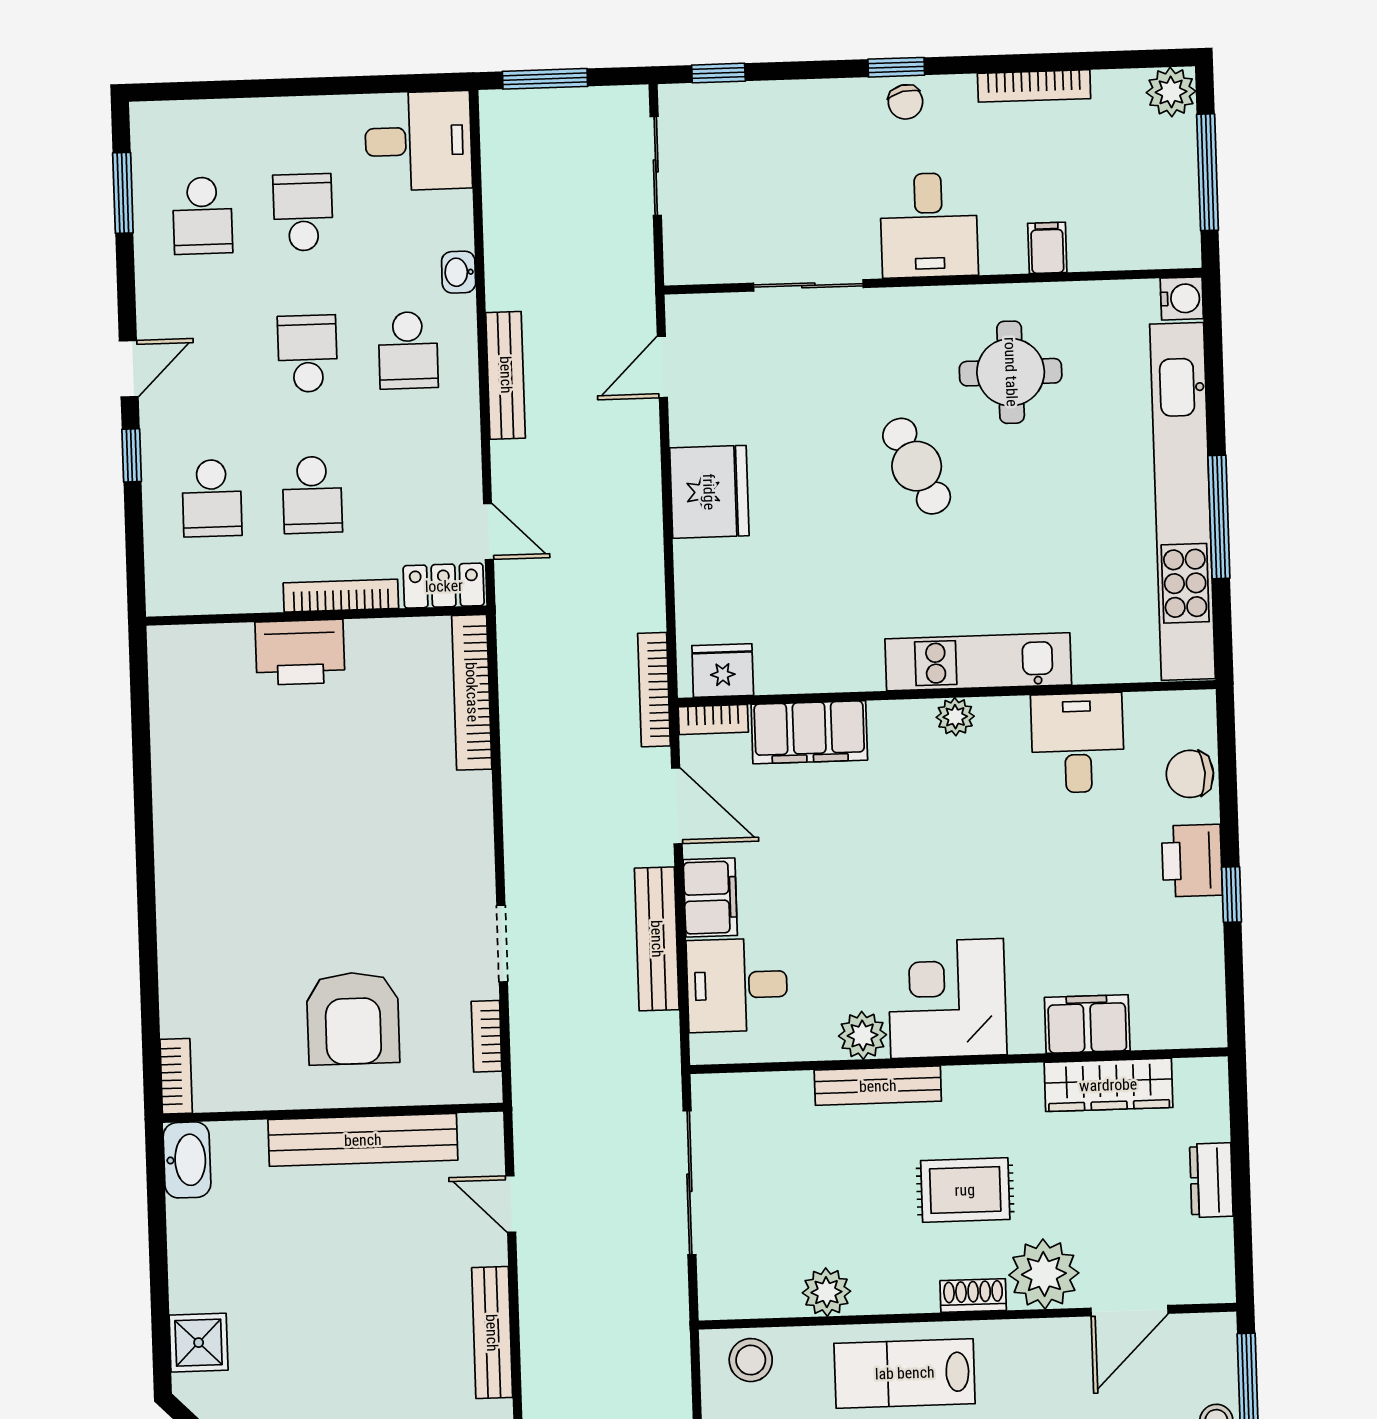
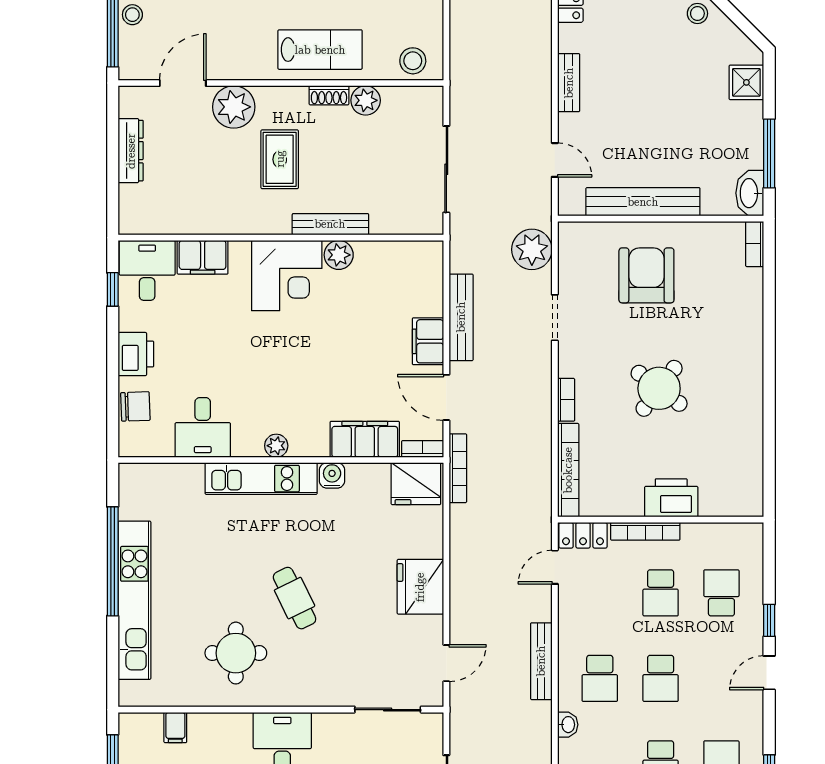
filing cabinet: (1047, 248) -> (175, 727), moved
sliding door: (808, 285) -> (388, 710), moved
water cooler: (1182, 298) -> (332, 475), moved, turned 90
school desk: (408, 350) -> (600, 678), turned 180
school desk: (312, 495) -> (661, 593), turned 180
kitchen unit: (1182, 501) -> (134, 600), width x0.73
window: (1219, 517) -> (113, 561), width x1.46
door: (488, 532) -> (555, 567), hinge flipped
fridge: (723, 670) -> (416, 484), width x1.36, depth x1.34
round table: (326, 833) -> (659, 388), added
window: (1232, 895) -> (113, 289), moved
desk: (737, 985) -> (147, 270), moved, turned -90
bookcase: (487, 1036) -> (566, 400), moved
plant: (544, 1055) -> (532, 249), added
wardrobe: (1108, 1085) -> (191, 220), removed
dresser: (1211, 1180) -> (131, 151), width x1.44
rug: (965, 1190) -> (280, 159), turned 90
window: (157, 1226) -> (769, 153), added
shoe rack: (973, 1296) -> (329, 95), moved
bench: (492, 1333) -> (569, 83), width x0.73

